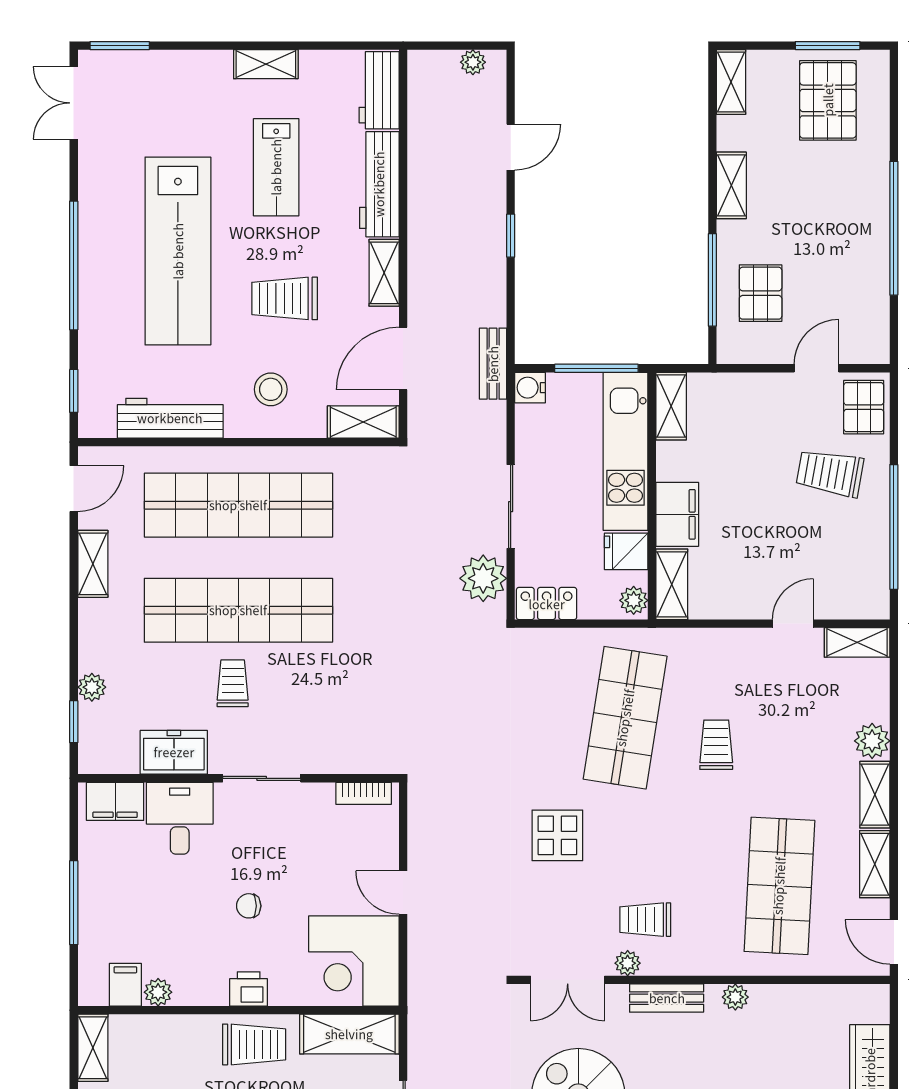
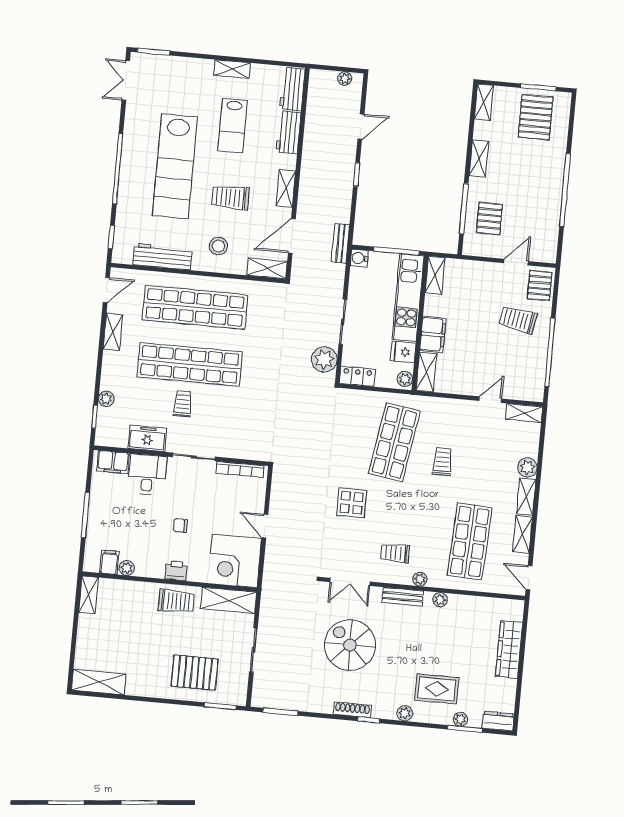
workbench: (379, 184) -> (288, 132), width x0.73
bookcase: (364, 793) -> (240, 469), width x1.56
plant: (628, 963) -> (420, 579), moved

